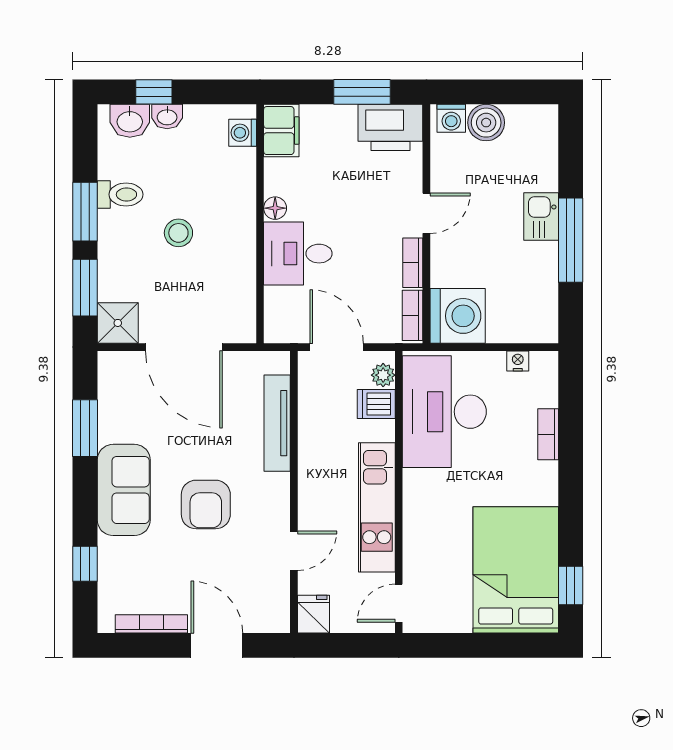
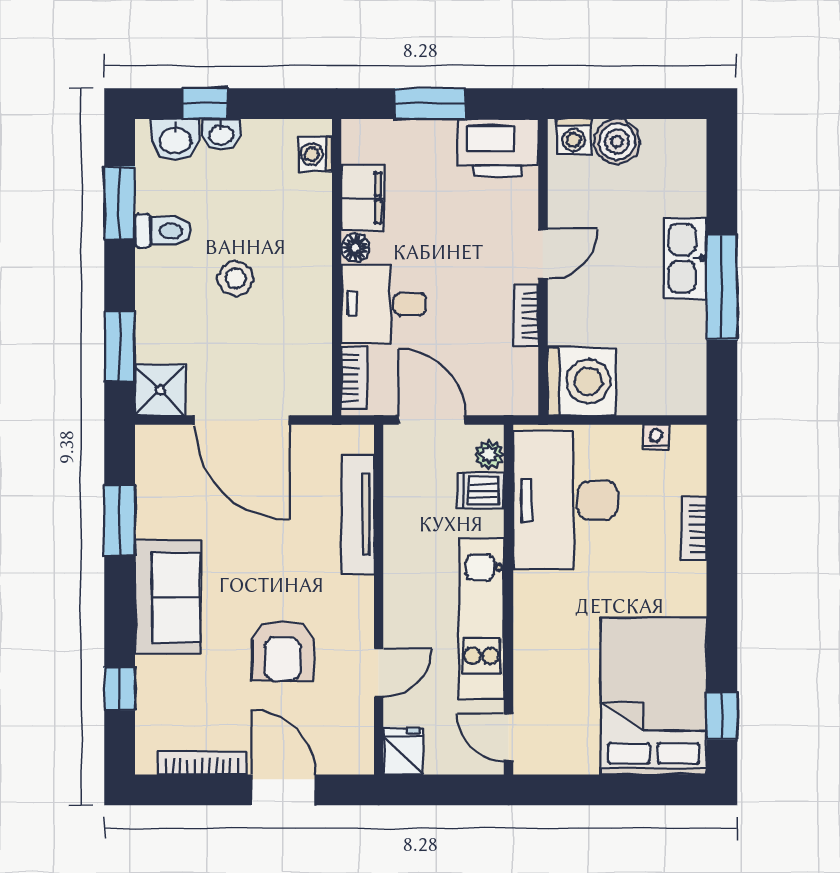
window: (362, 92) -> (430, 104), moved
filing cabinet: (281, 131) -> (363, 198), moved
window: (85, 212) -> (120, 203), moved
kitchen sink: (541, 217) -> (685, 258), width x1.38
bookcase: (413, 315) -> (354, 378), moved, turned 180
armchair: (206, 504) -> (283, 650), moved
door: (399, 603) -> (509, 738), hinge flipped

